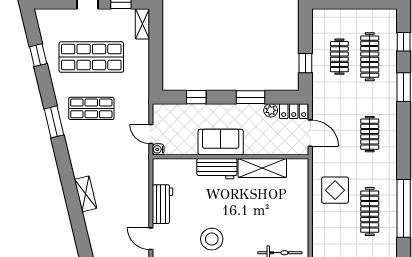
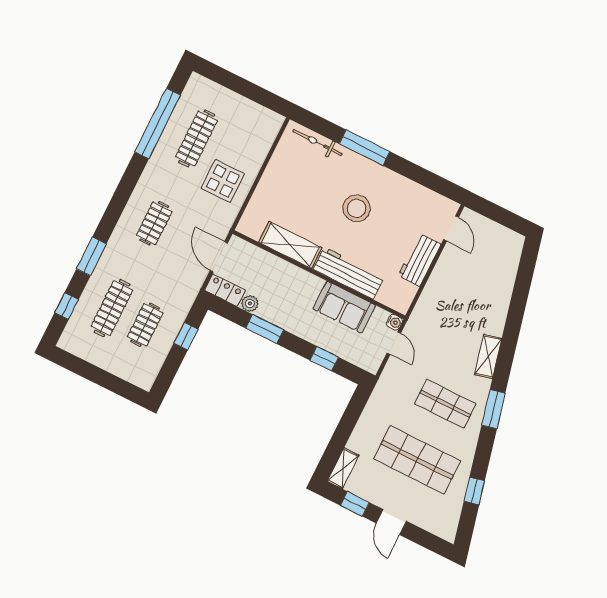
sofa: (221, 142) -> (344, 307), moved
workbench: (217, 169) -> (349, 273), width x1.38
shelving: (86, 194) -> (488, 356), moved
stool: (212, 239) -> (357, 208), moved

